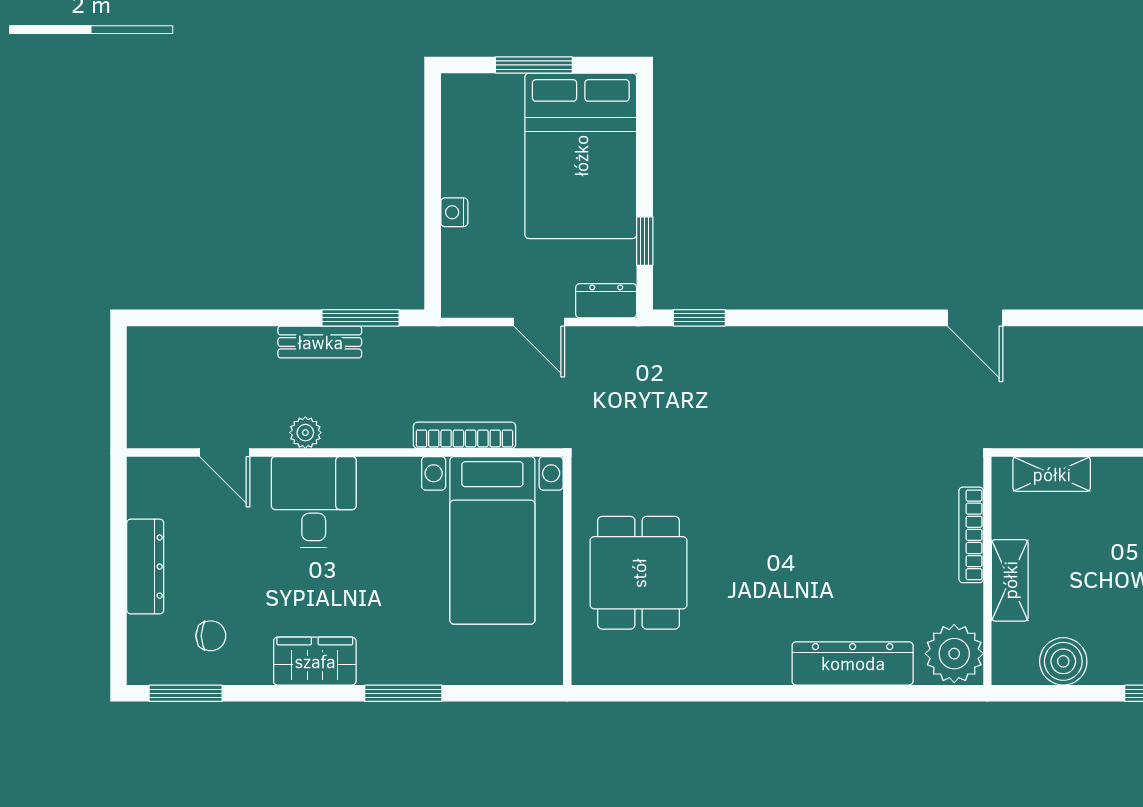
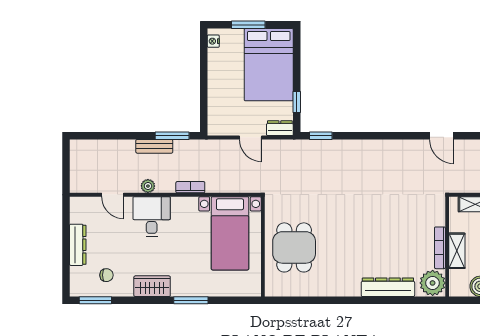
nightstand: (454, 212) -> (213, 41), moved
bookcase: (464, 435) -> (190, 187), moved, width x0.64
bookcase: (971, 535) -> (440, 248), moved

